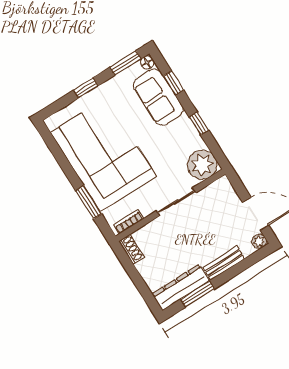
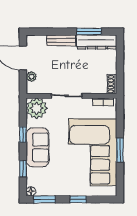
sofa: (158, 97) -> (38, 147), moved
window: (89, 202) -> (120, 150), moved
plant: (259, 241) -> (31, 77), moved

